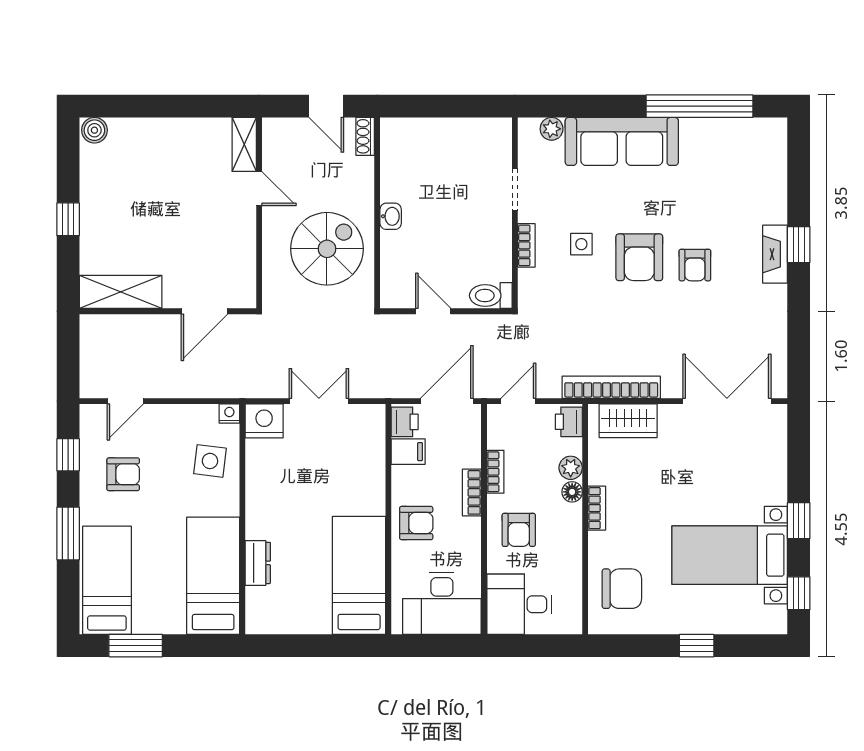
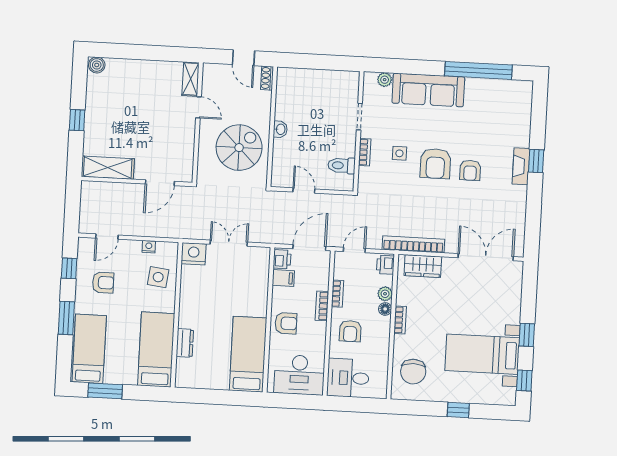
toilet: (491, 296) -> (342, 165), moved
nightstand: (229, 414) -> (149, 247), moved
chair: (622, 589) -> (413, 372), turned 90

